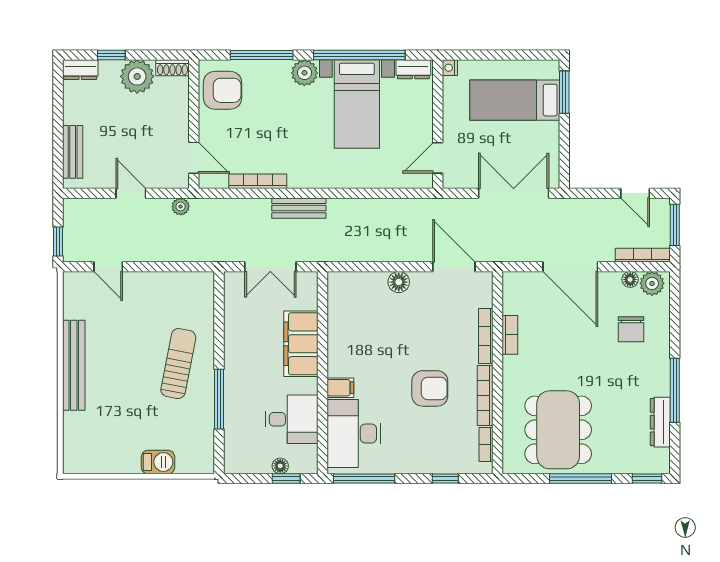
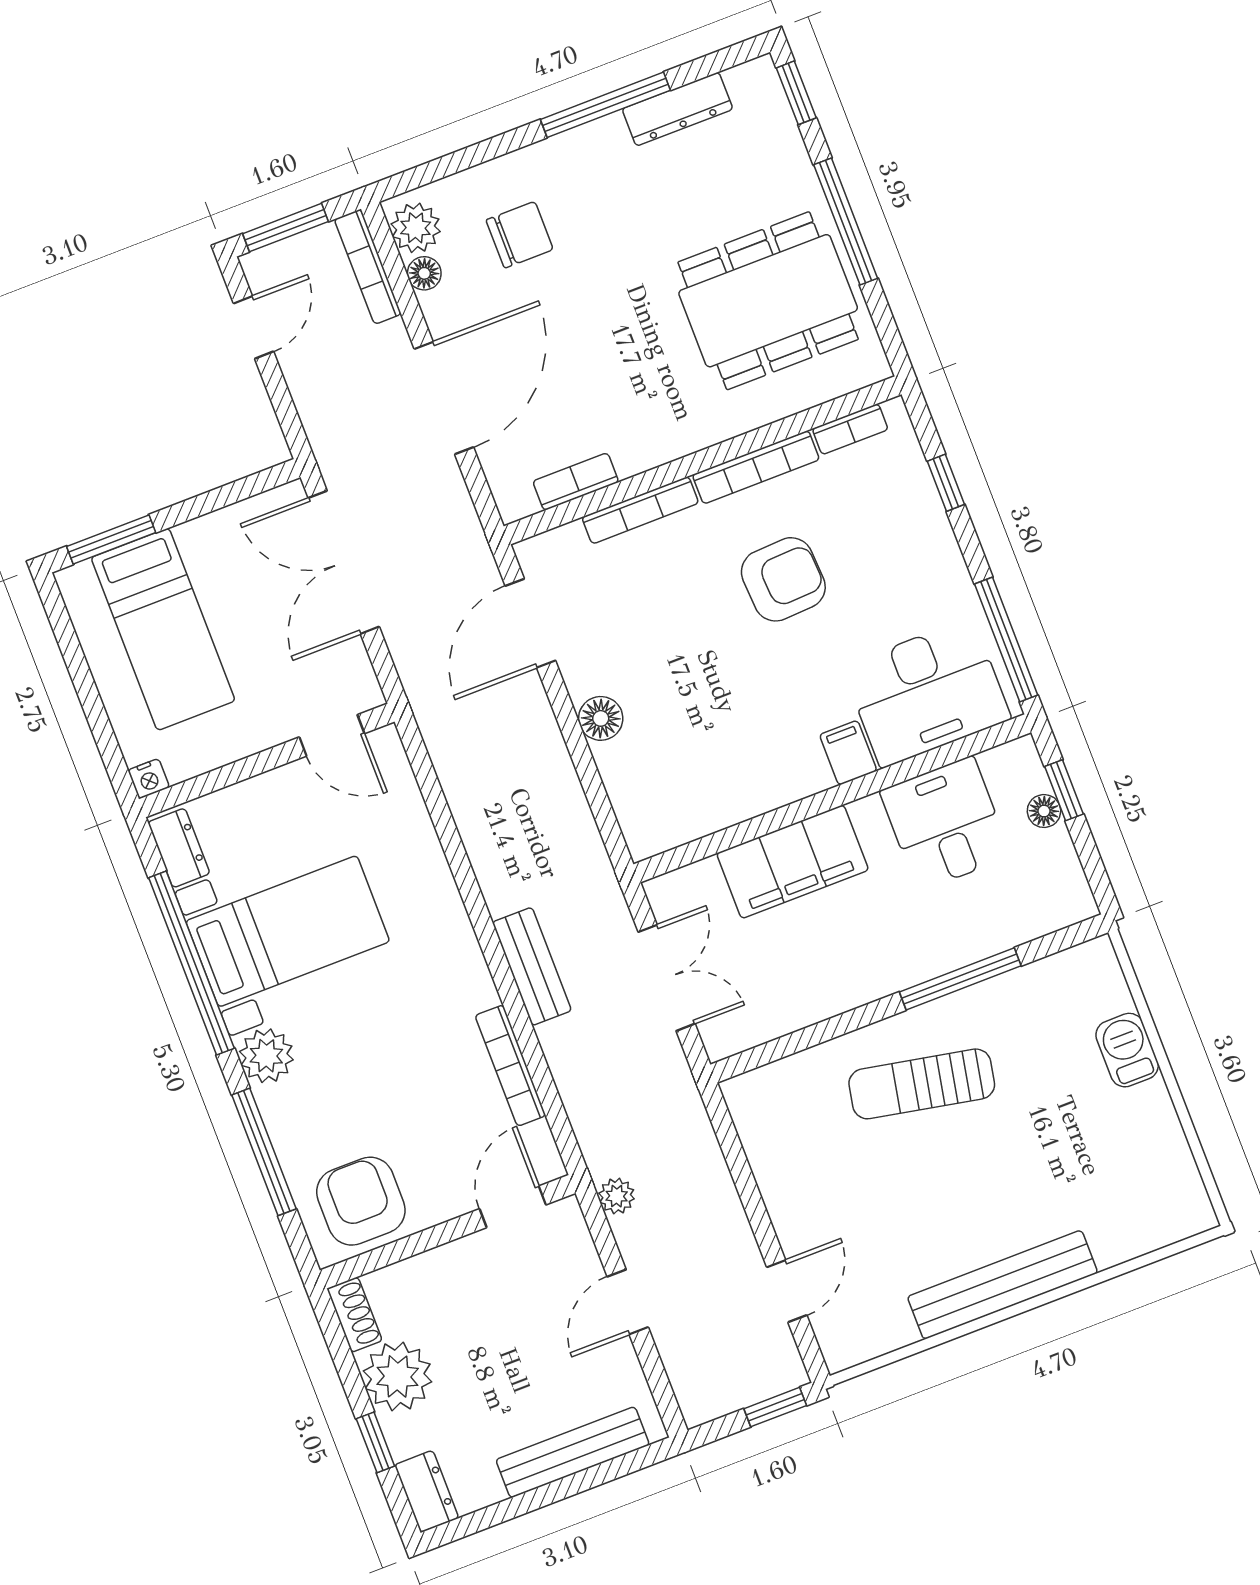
bench: (73, 152) -> (573, 1452), width x1.36
bookcase: (510, 335) -> (576, 482), moved
armchair: (430, 388) -> (783, 579), turned 87

